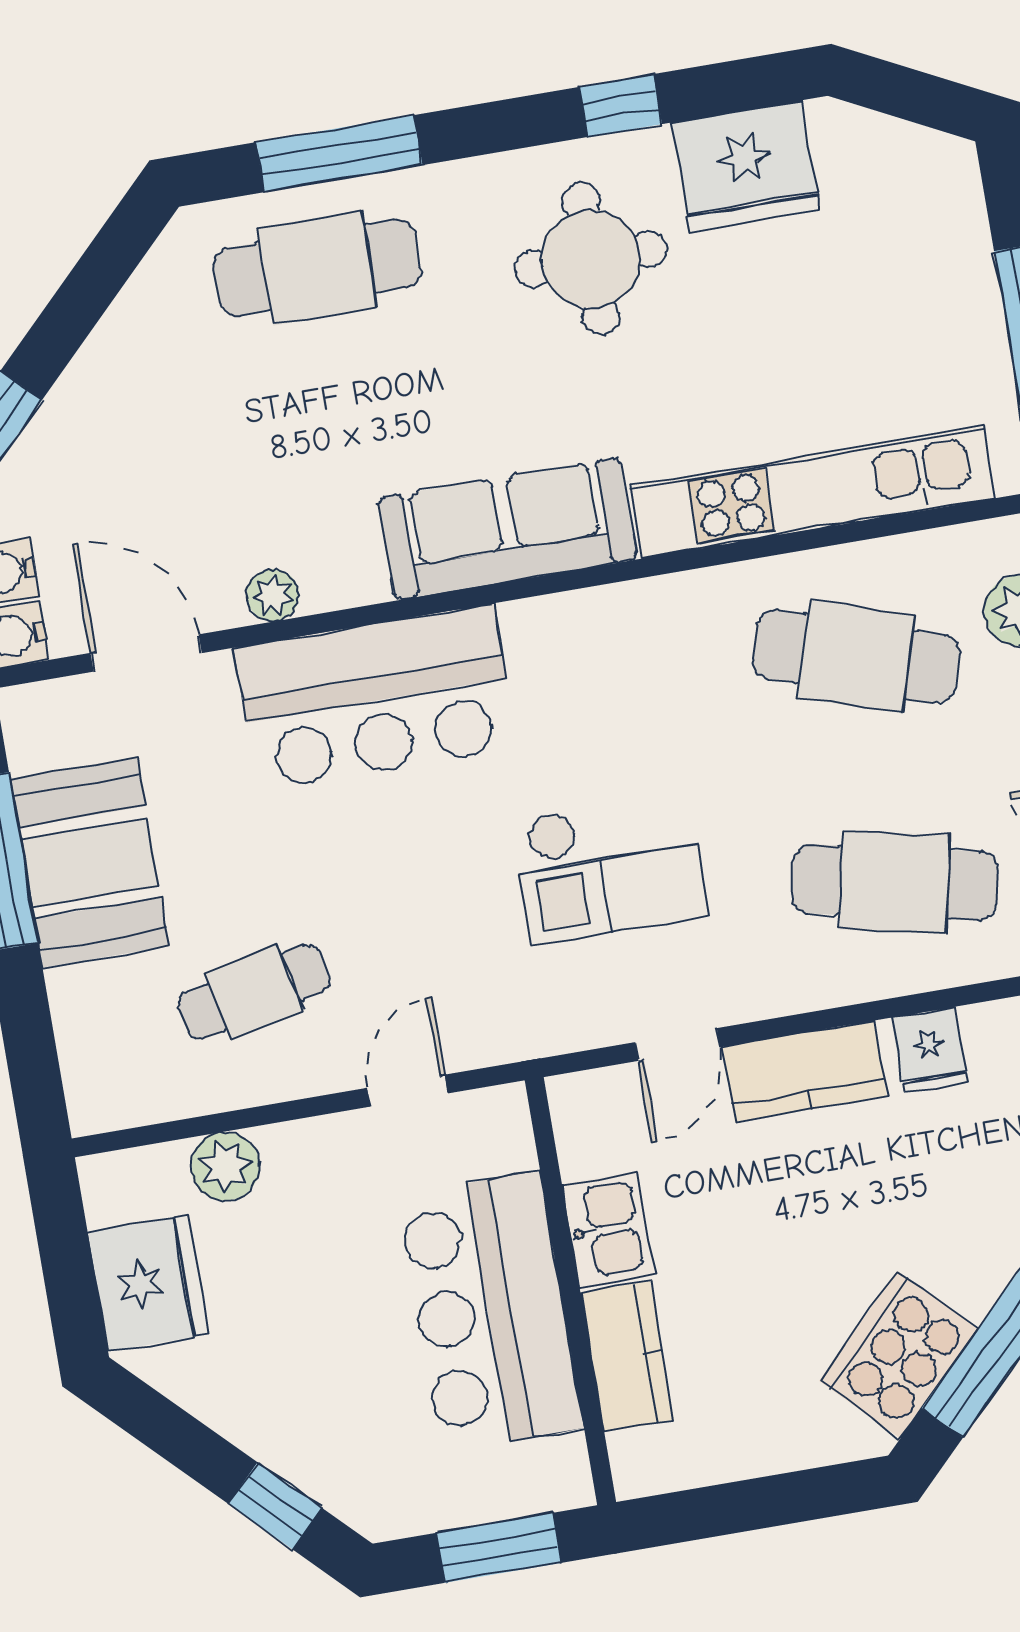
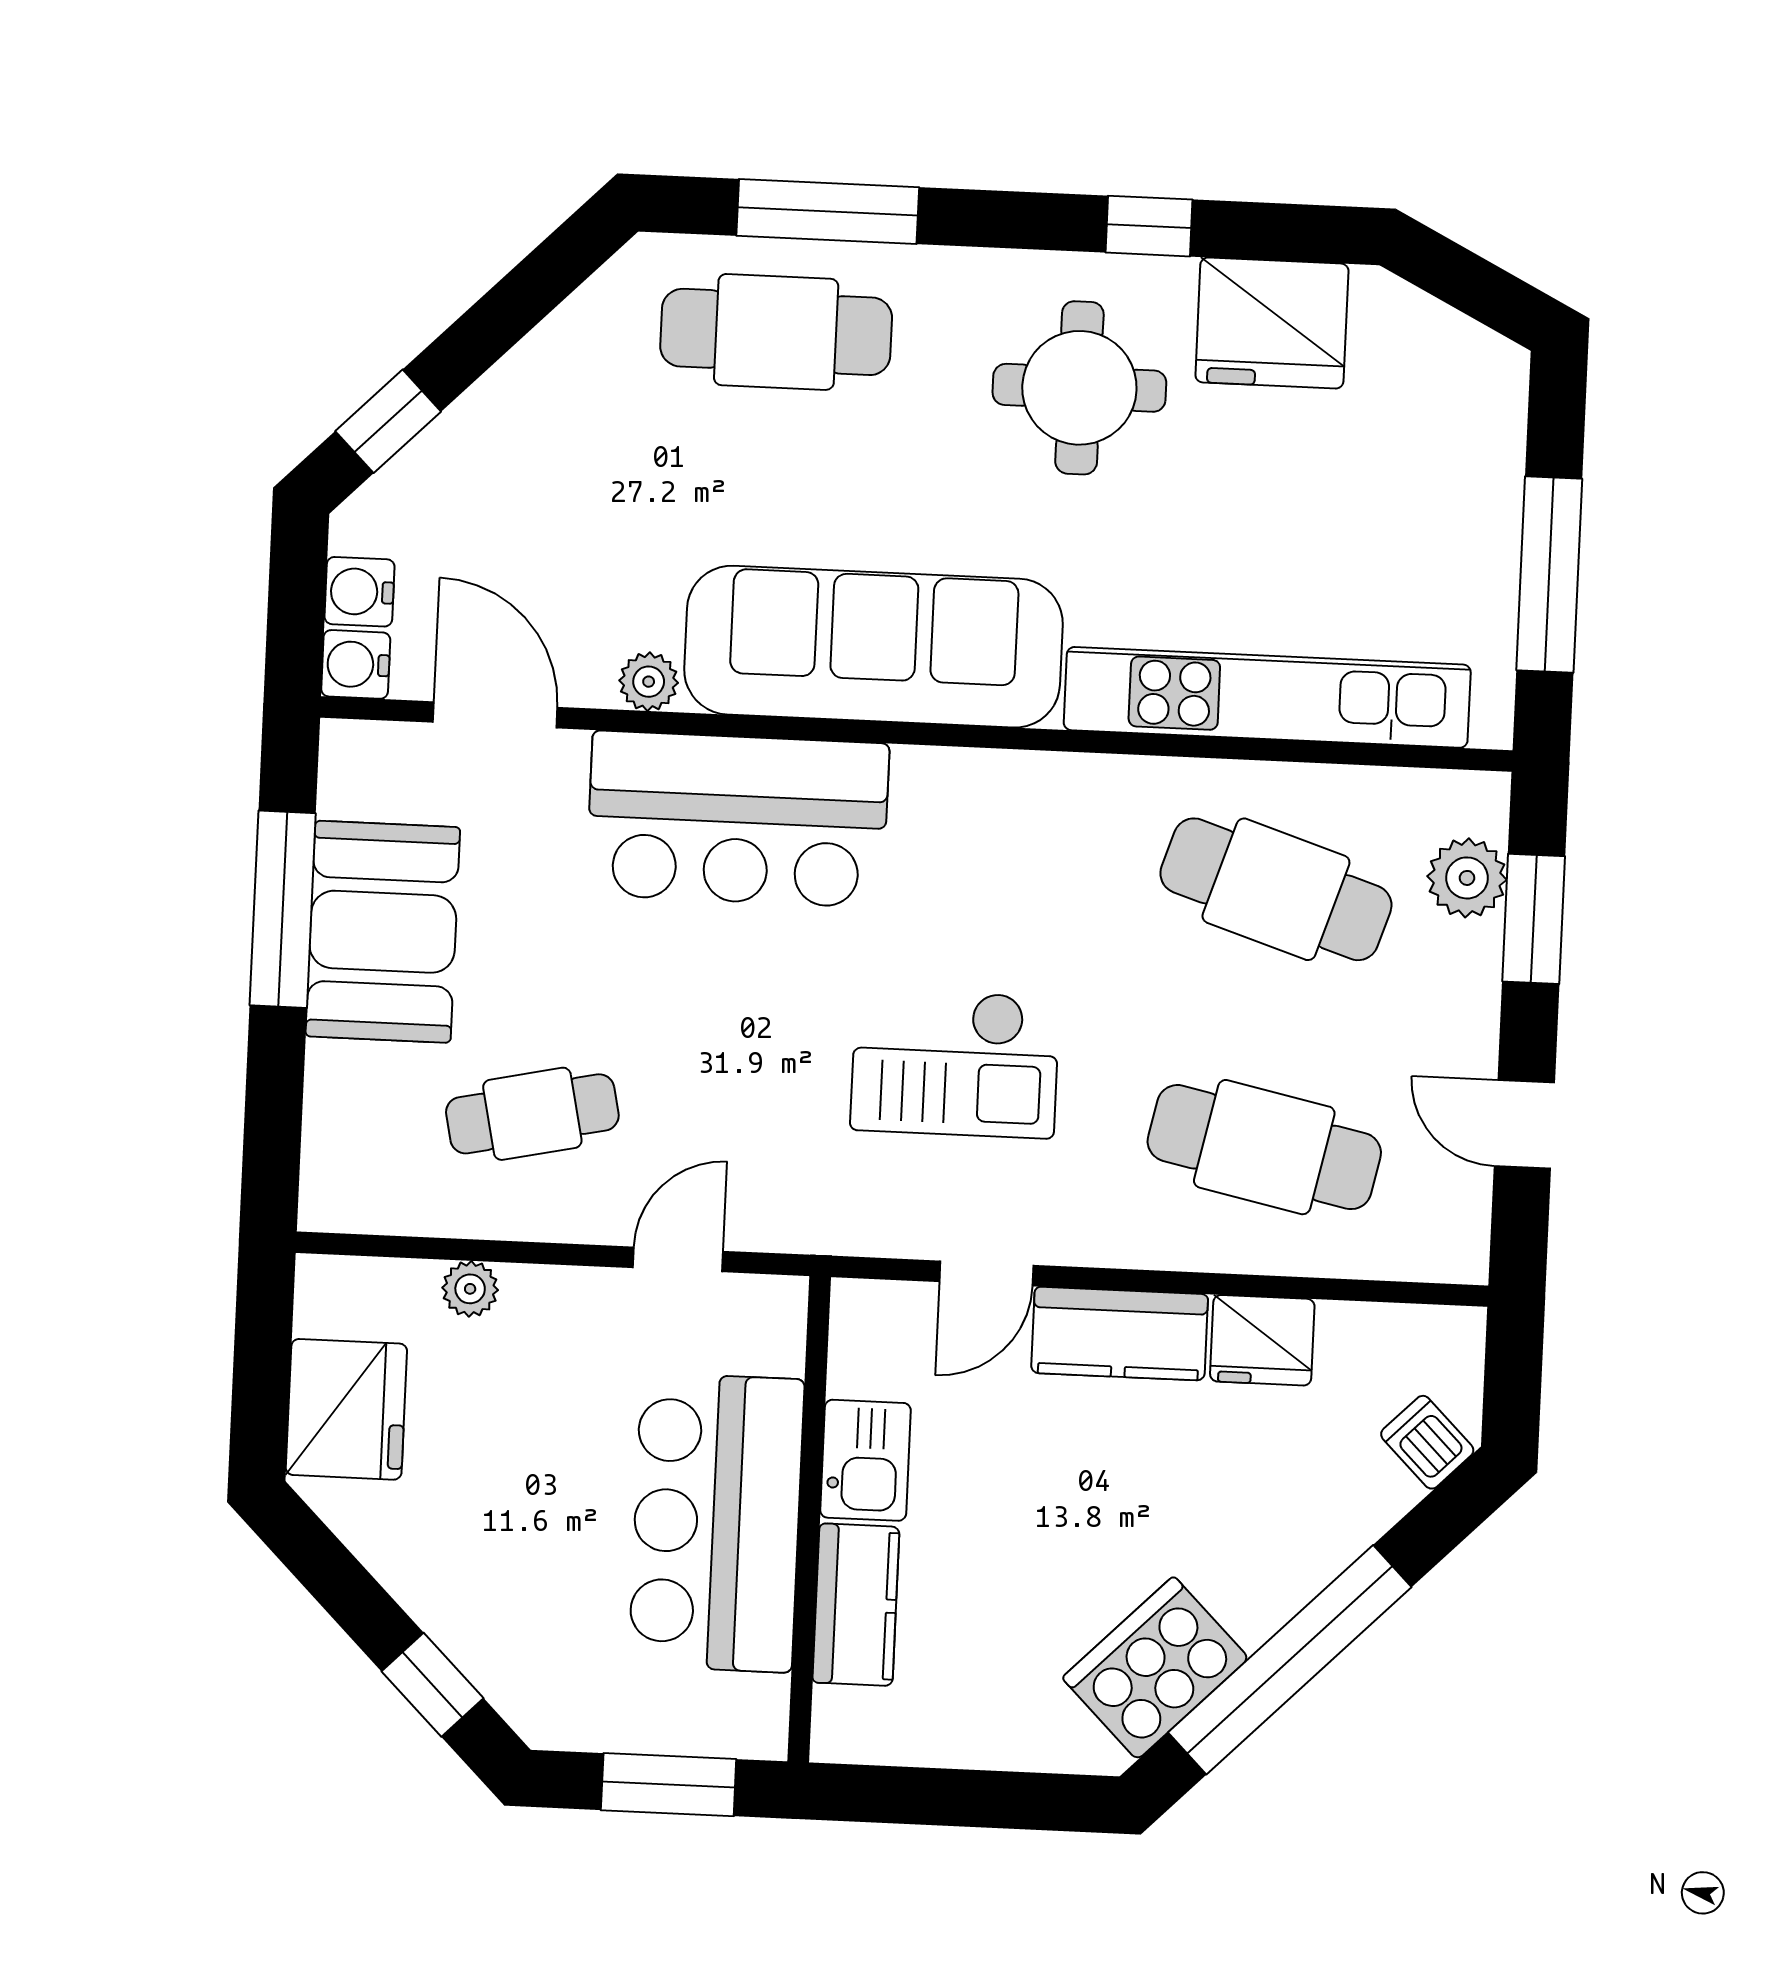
sofa: (507, 529) -> (873, 647), width x1.36, depth x1.27
fridge: (930, 1050) -> (1262, 1340), width x1.38
plant: (225, 1166) -> (470, 1289), width x0.73, depth x0.73

